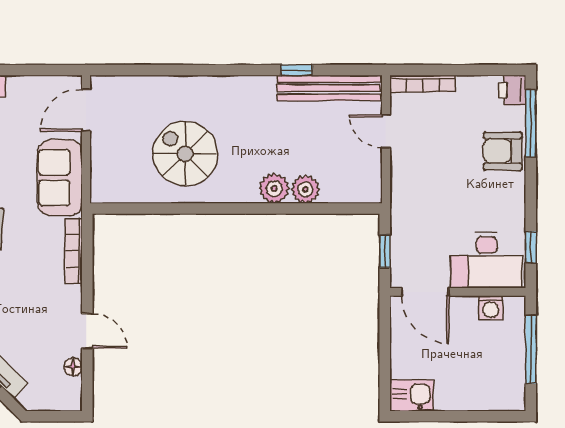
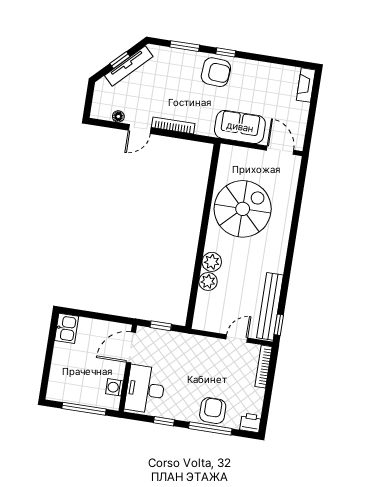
window: (297, 70) -> (279, 325), moved
window: (531, 123) -> (210, 429), moved
spiral stairs: (185, 154) -> (243, 209), width x1.37, depth x1.37
window: (531, 247) -> (164, 421), moved
bookcase: (74, 251) -> (173, 125), moved

